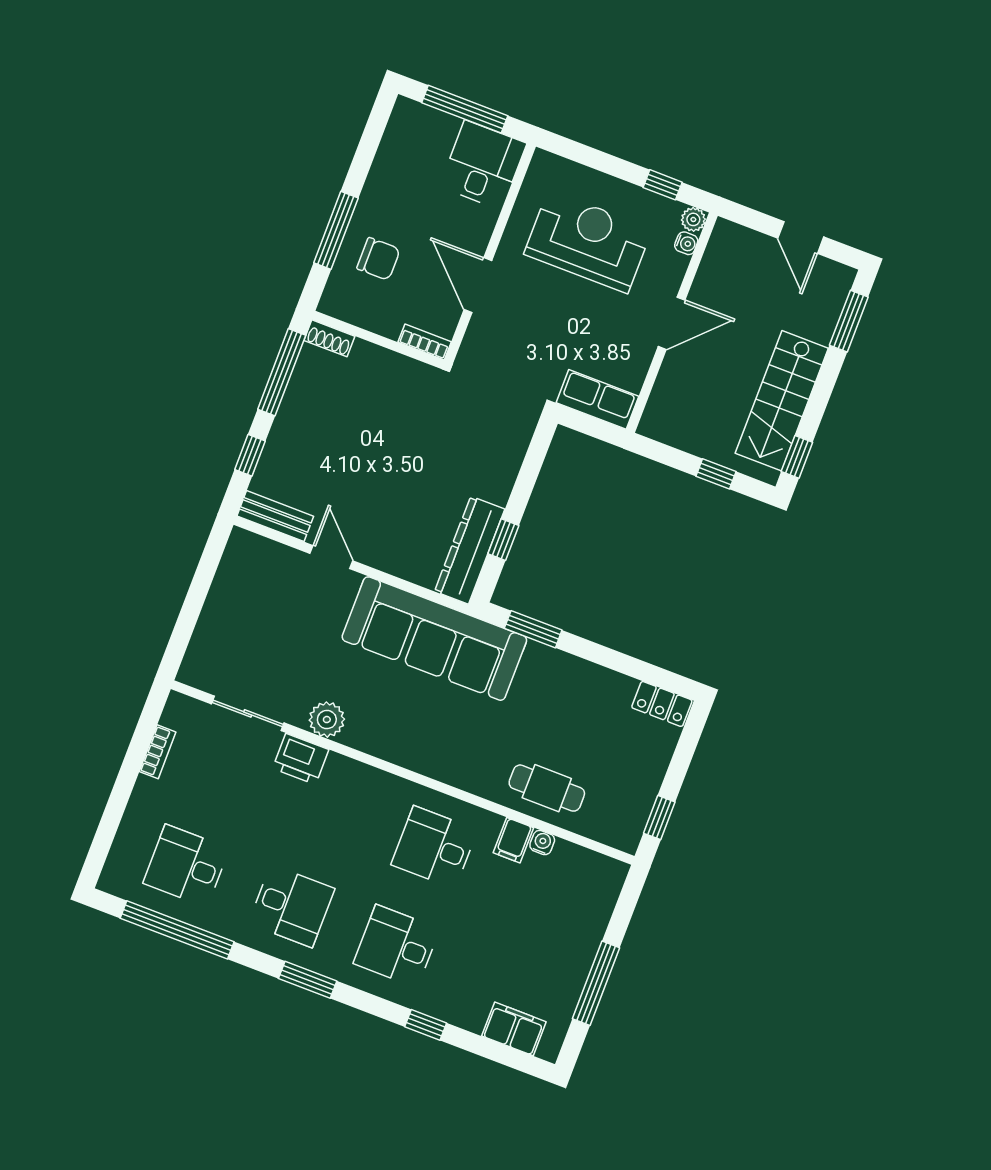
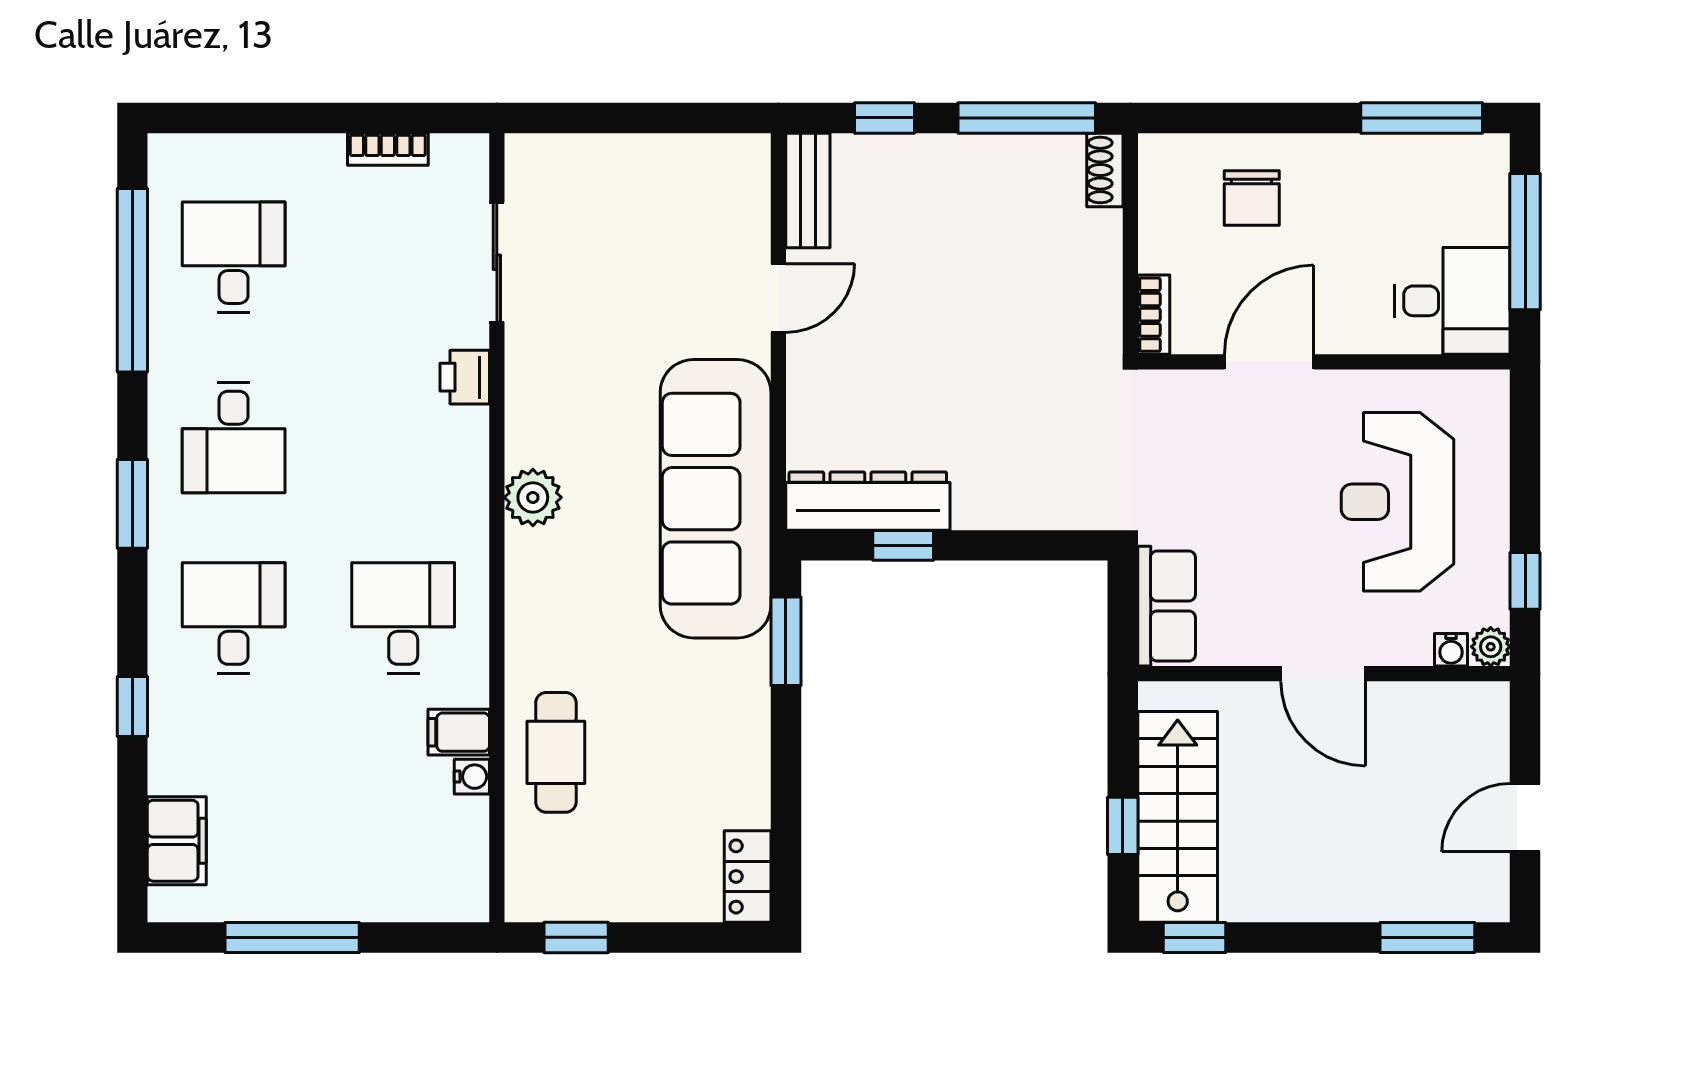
window: (336, 230) -> (1422, 118), moved
reception desk: (588, 242) -> (1397, 502), turned 180
stairs: (782, 401) -> (1178, 817), moved, turned 90
plant: (327, 720) -> (533, 497), moved
printer: (301, 759) -> (465, 377), width x0.73, depth x0.81

